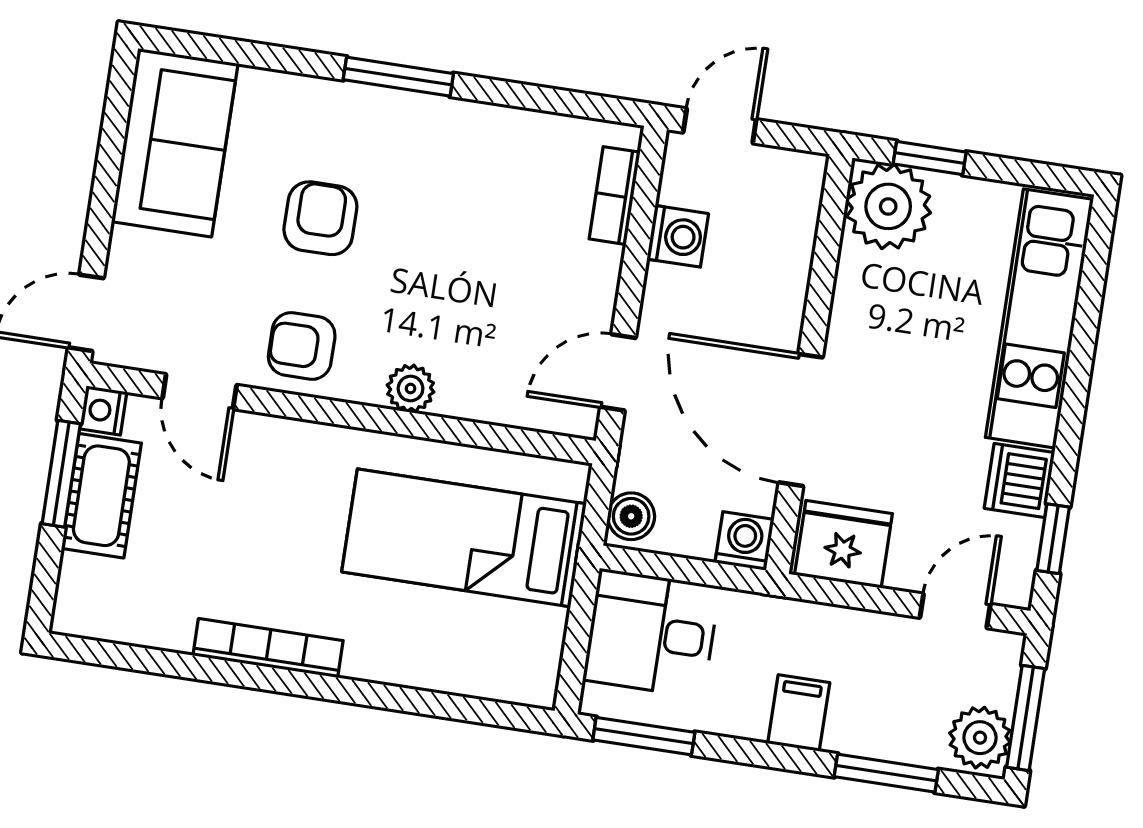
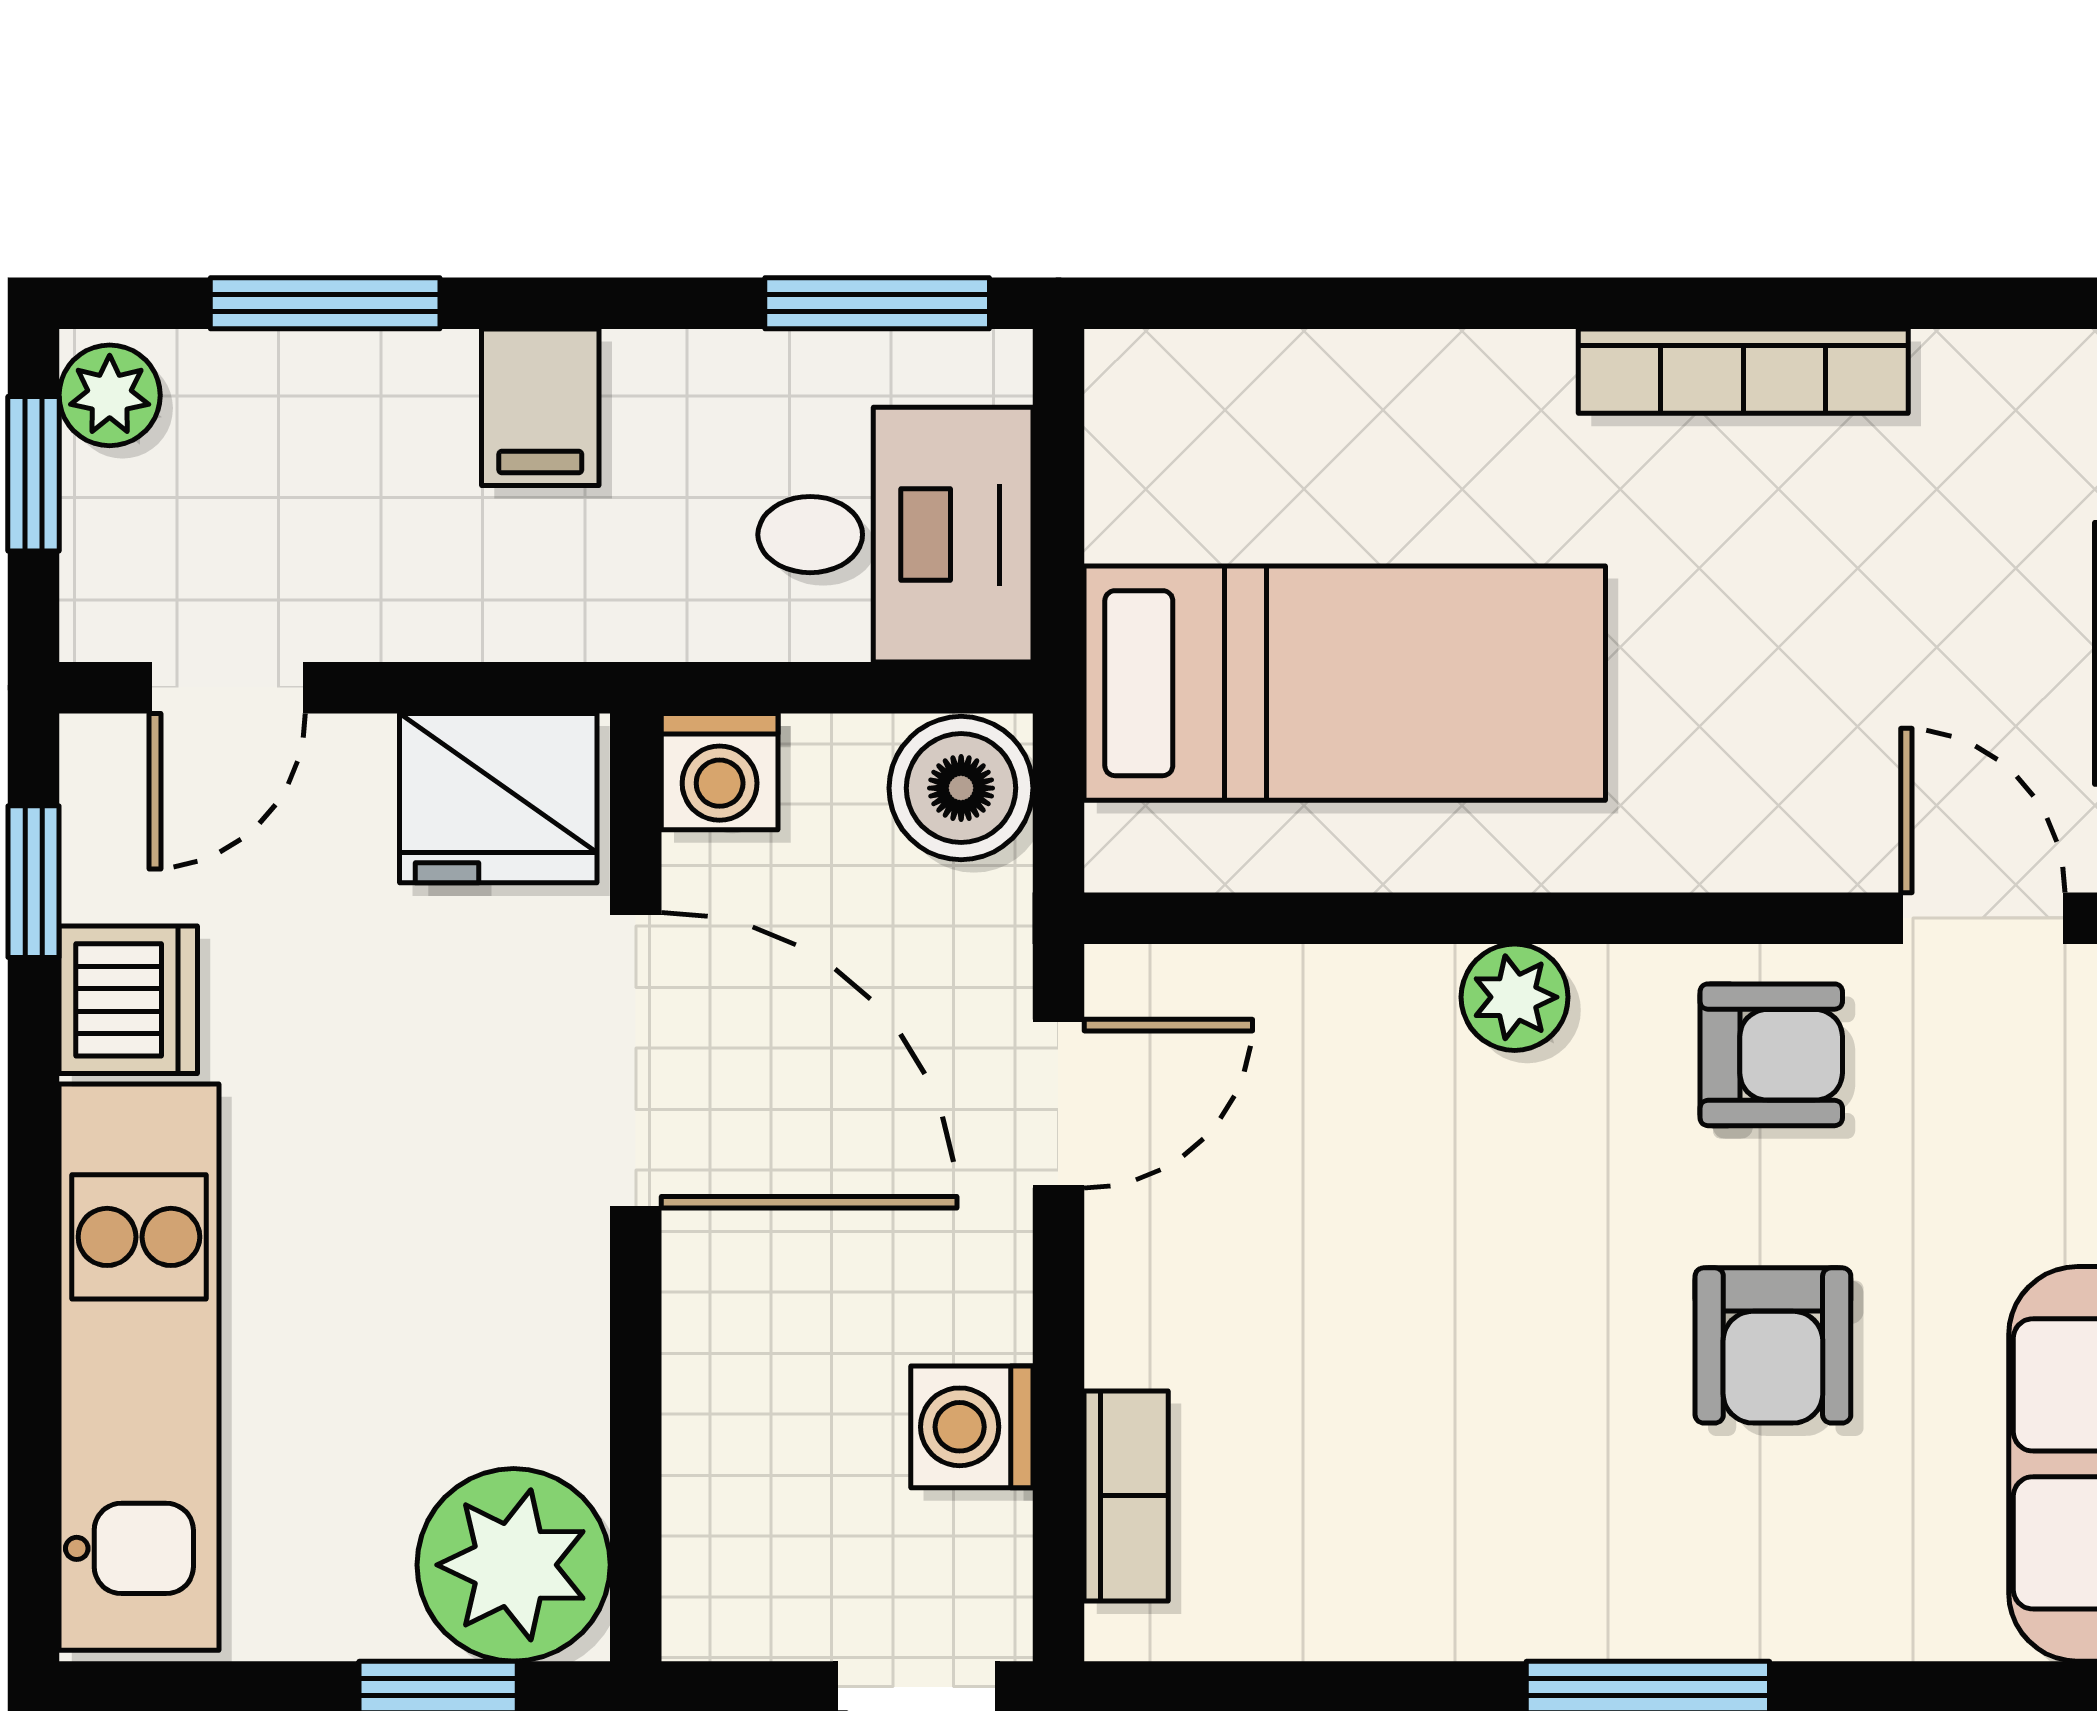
boiler: (631, 516) -> (961, 788), width x1.36, depth x1.36
window: (1026, 718) -> (34, 474), width x0.67
plant: (980, 738) -> (110, 395), width x0.73, depth x0.73

